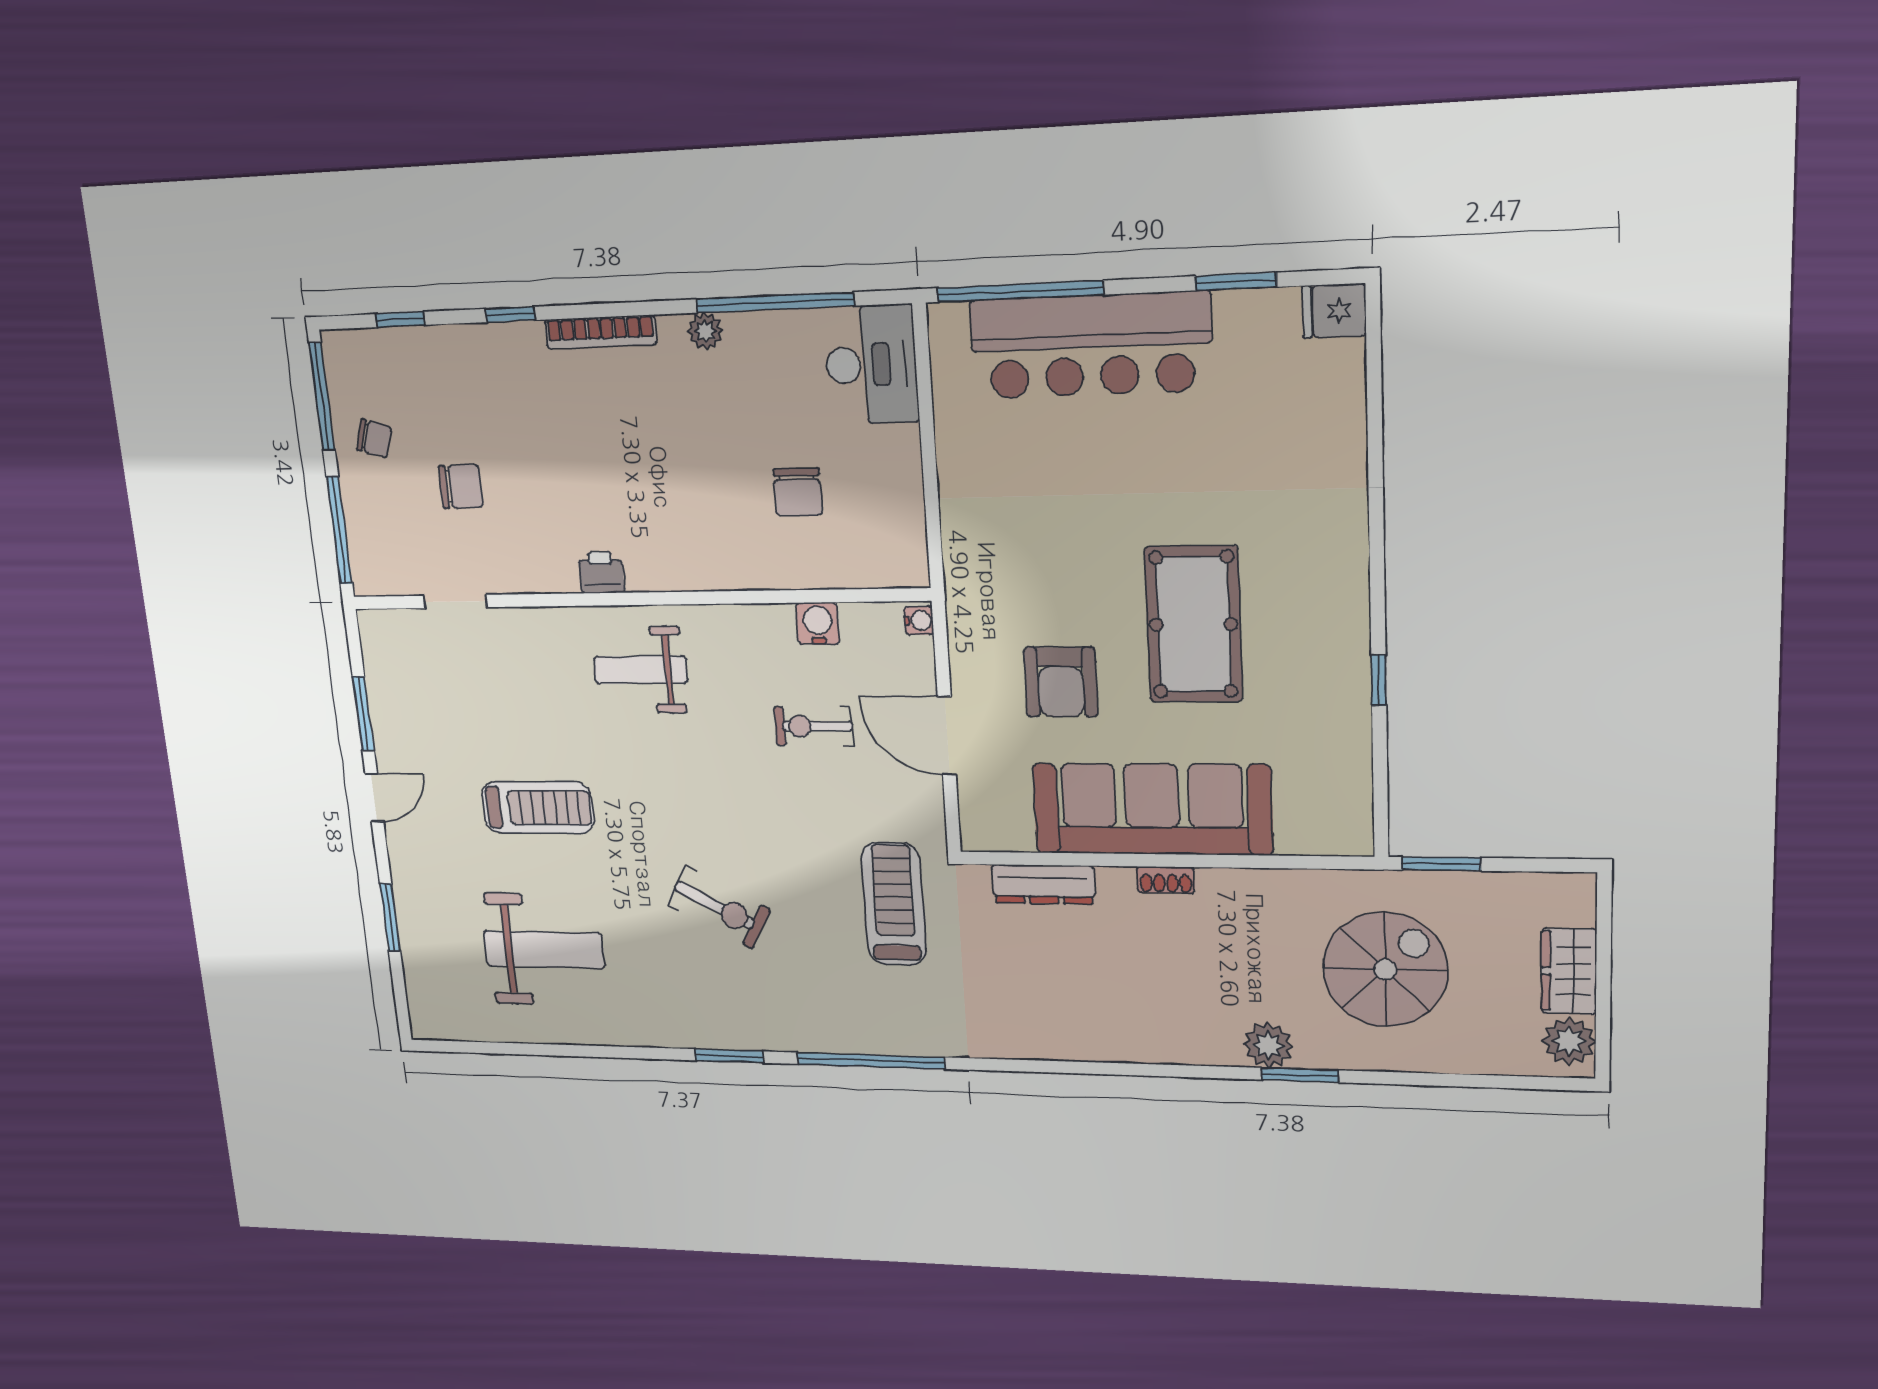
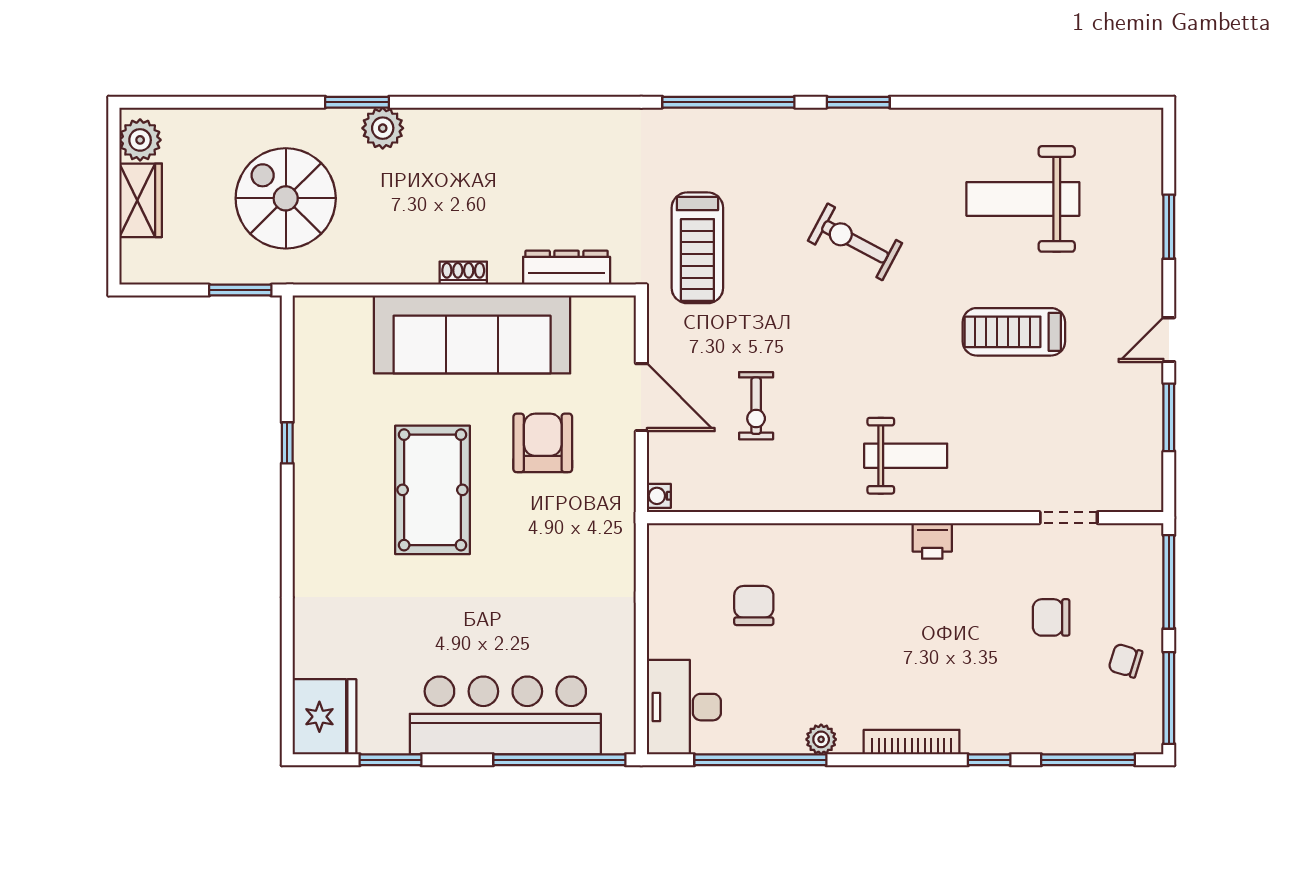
fridge: (1334, 311) -> (325, 717), width x1.88, depth x1.34
window: (400, 319) -> (1088, 760), width x2.17
water cooler: (818, 623) -> (745, 494), removed
exercise bike: (814, 726) -> (756, 406), turned 90
spiral stairs: (1385, 969) -> (286, 198), turned 90

